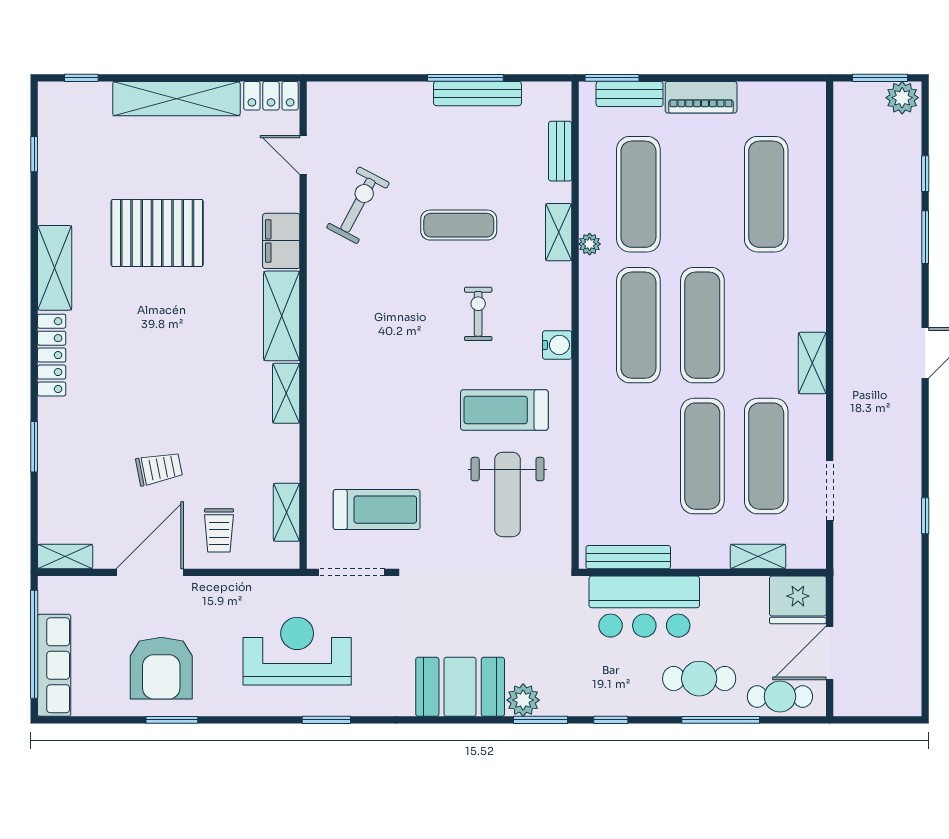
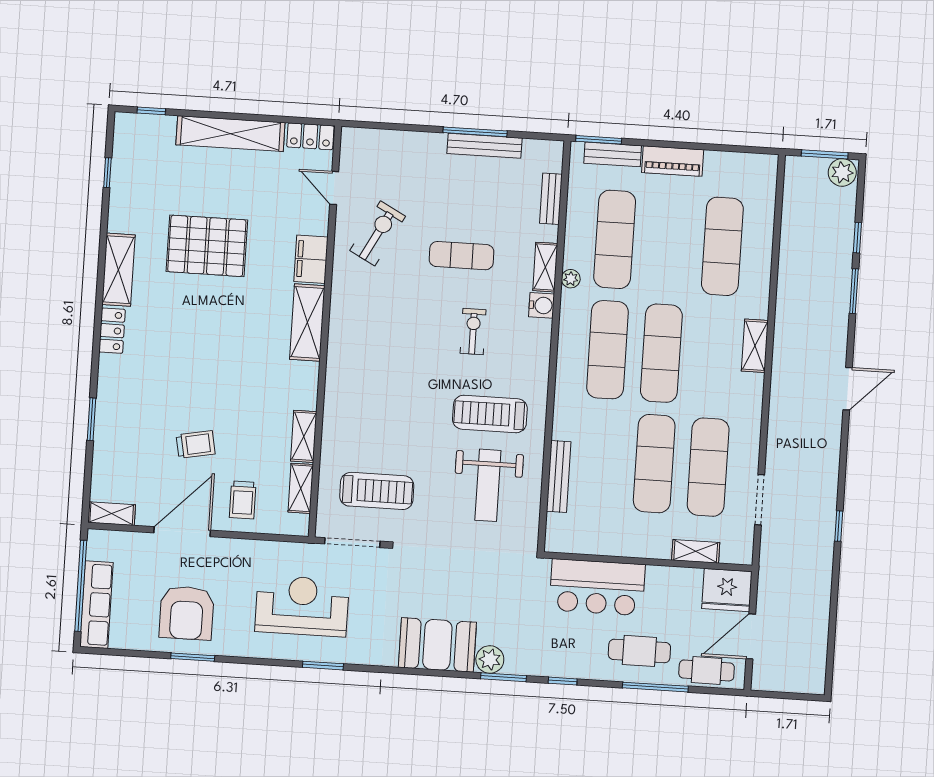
water cooler: (557, 345) -> (542, 305), moved
locker: (52, 355) -> (112, 331), width x0.66
shelving: (812, 363) -> (755, 346), moved
shelving: (286, 393) -> (304, 436), moved
bench: (628, 557) -> (559, 476), moved, turned 90

